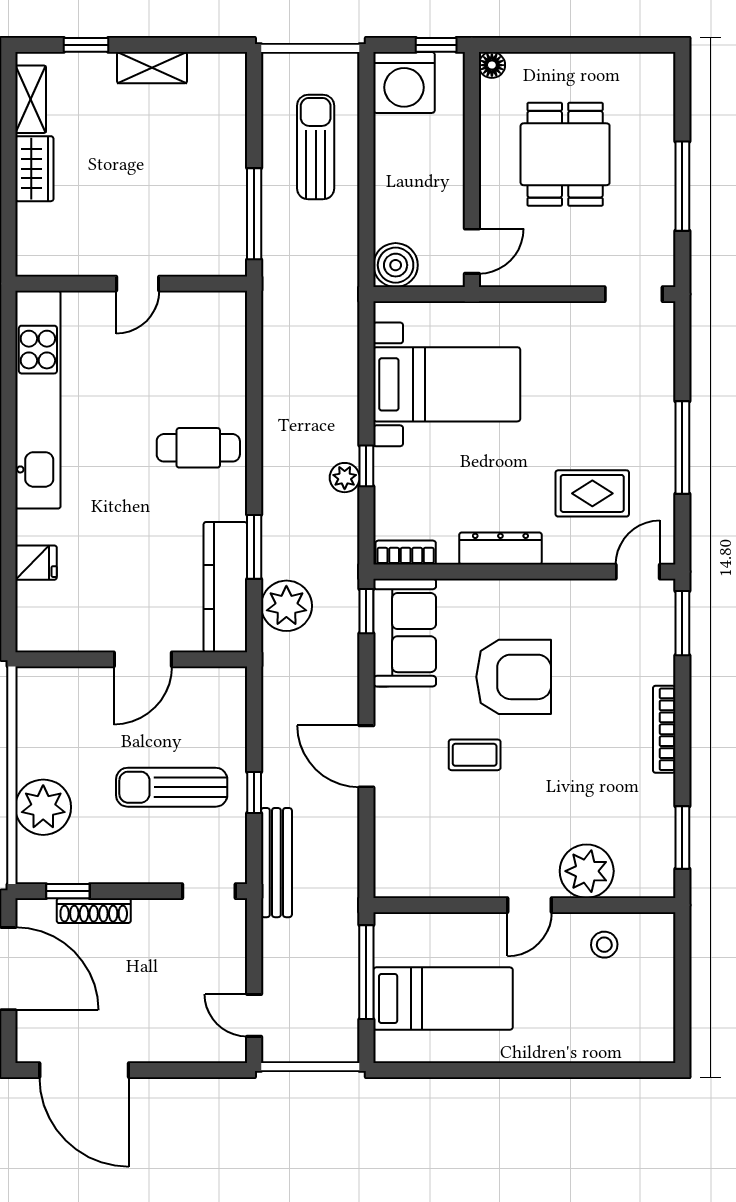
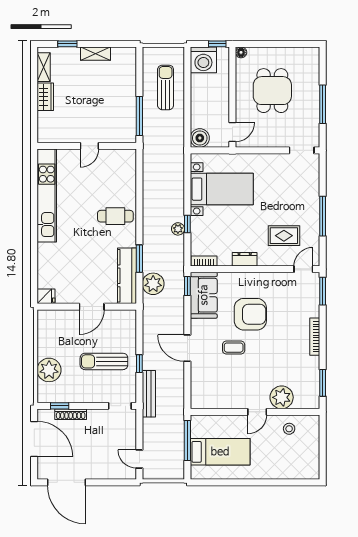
dresser: (500, 548) -> (245, 259), width x0.70
fridge: (36, 563) -> (46, 296), moved

